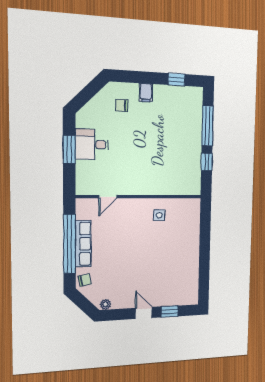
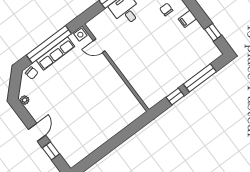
side table: (159, 215) -> (80, 35), moved

